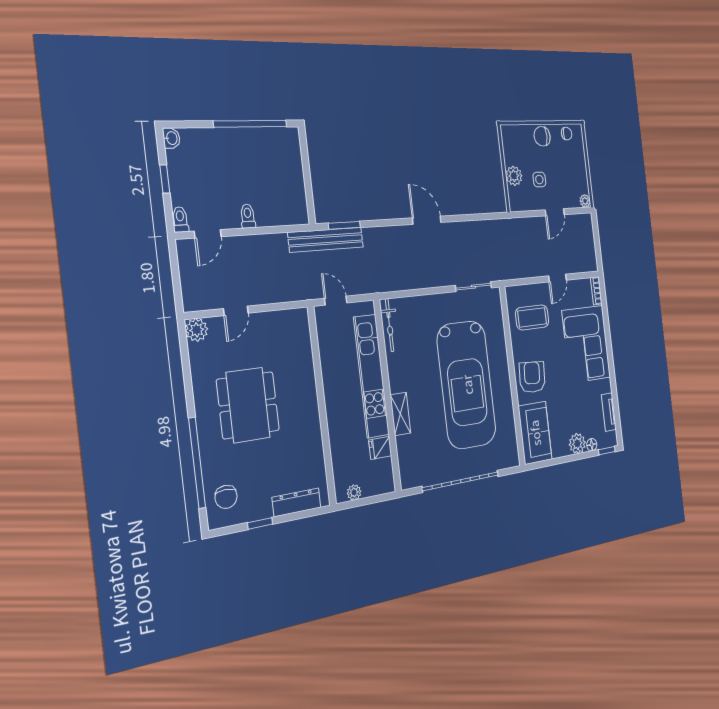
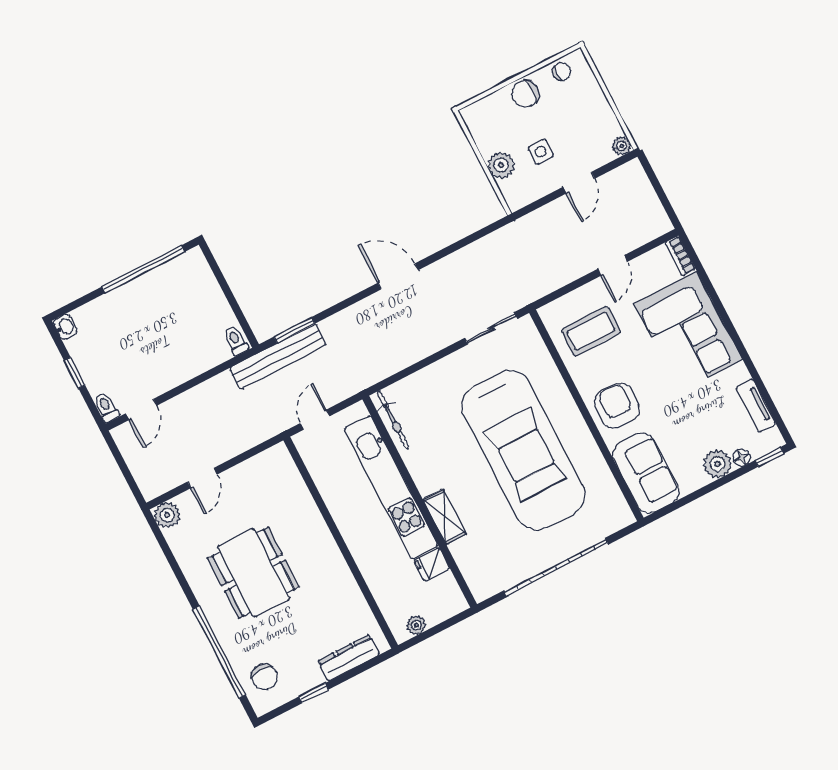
toilet: (248, 216) -> (236, 341), moved
door: (336, 301) -> (315, 420), hinge flipped

